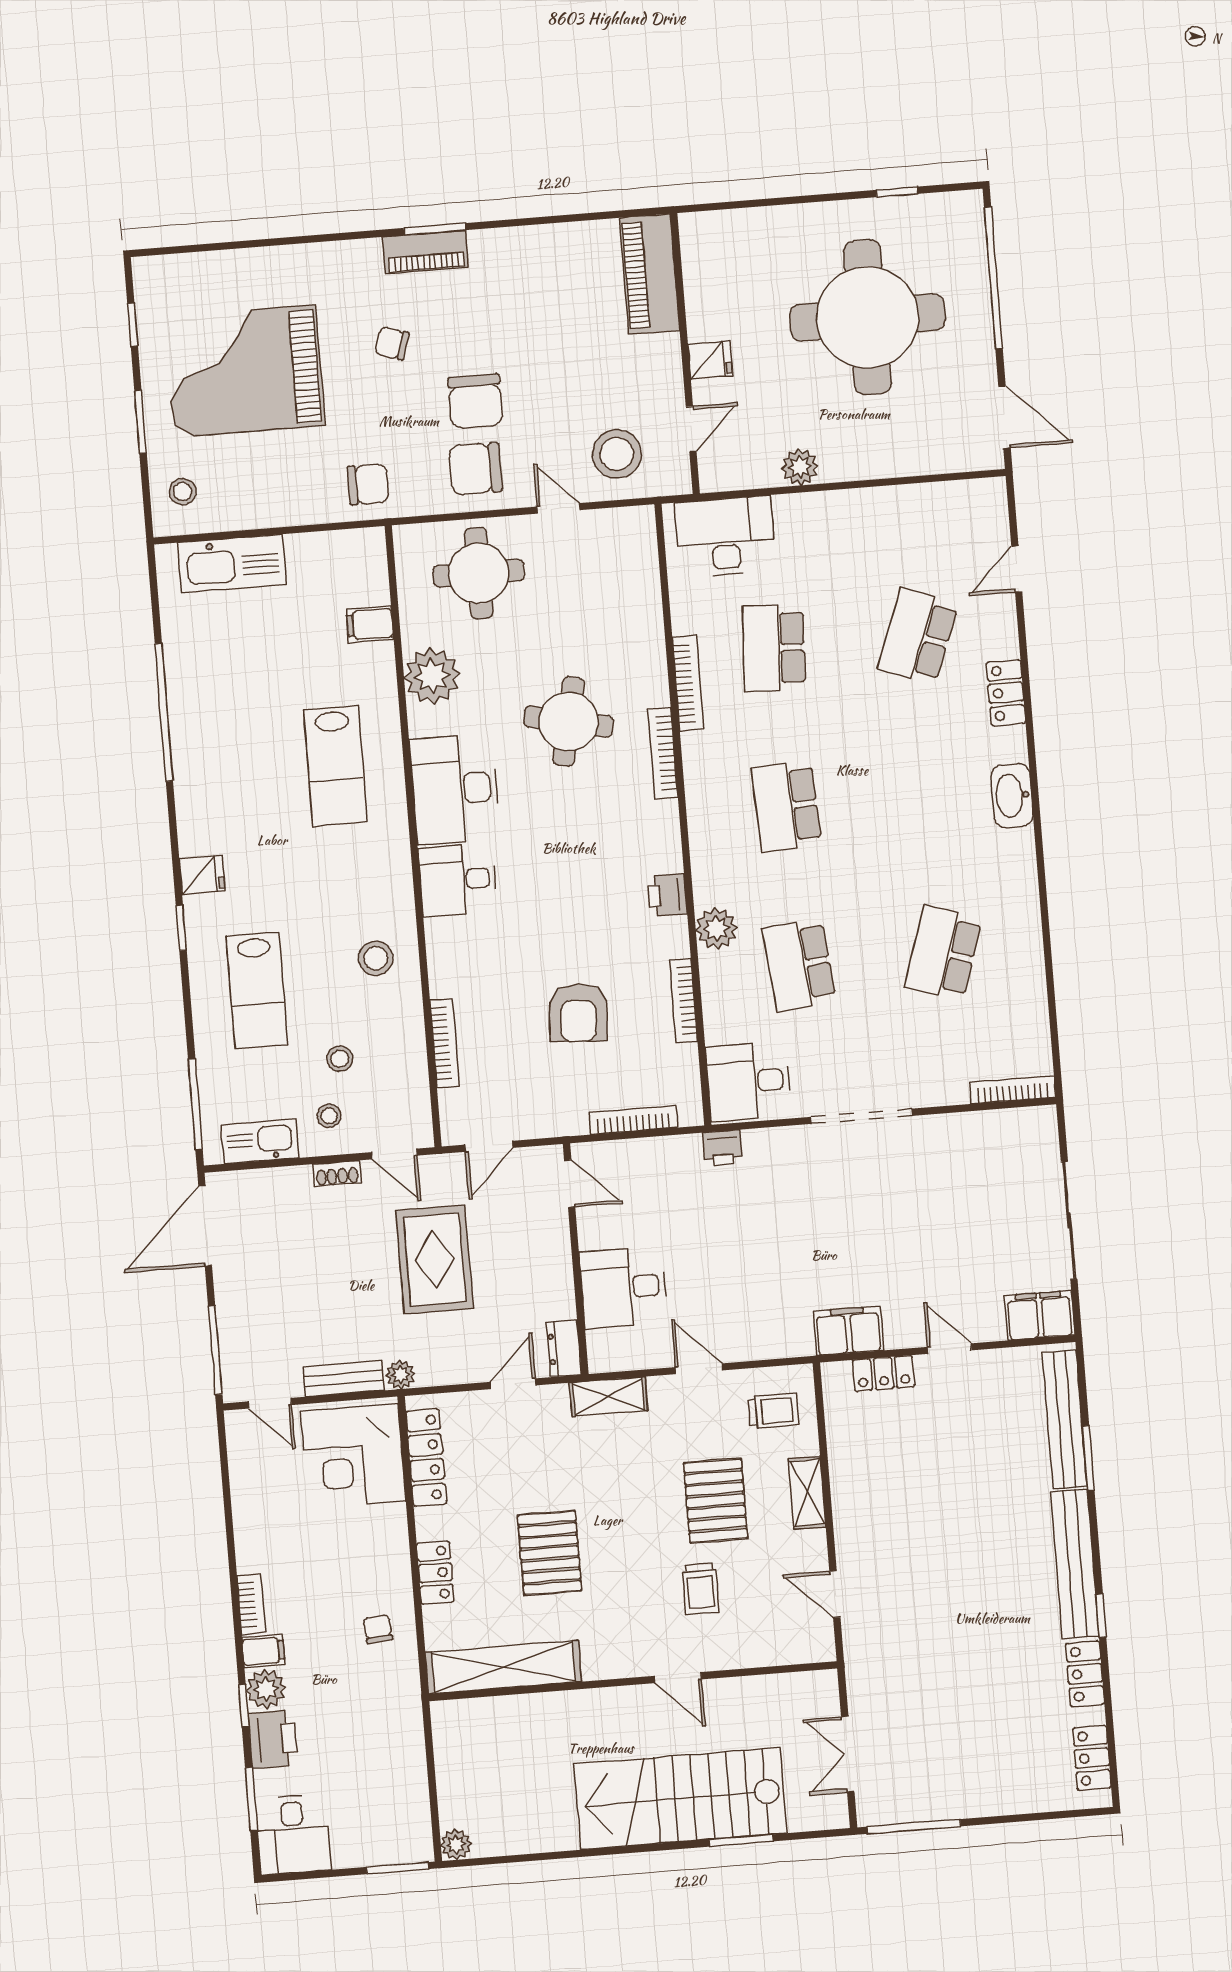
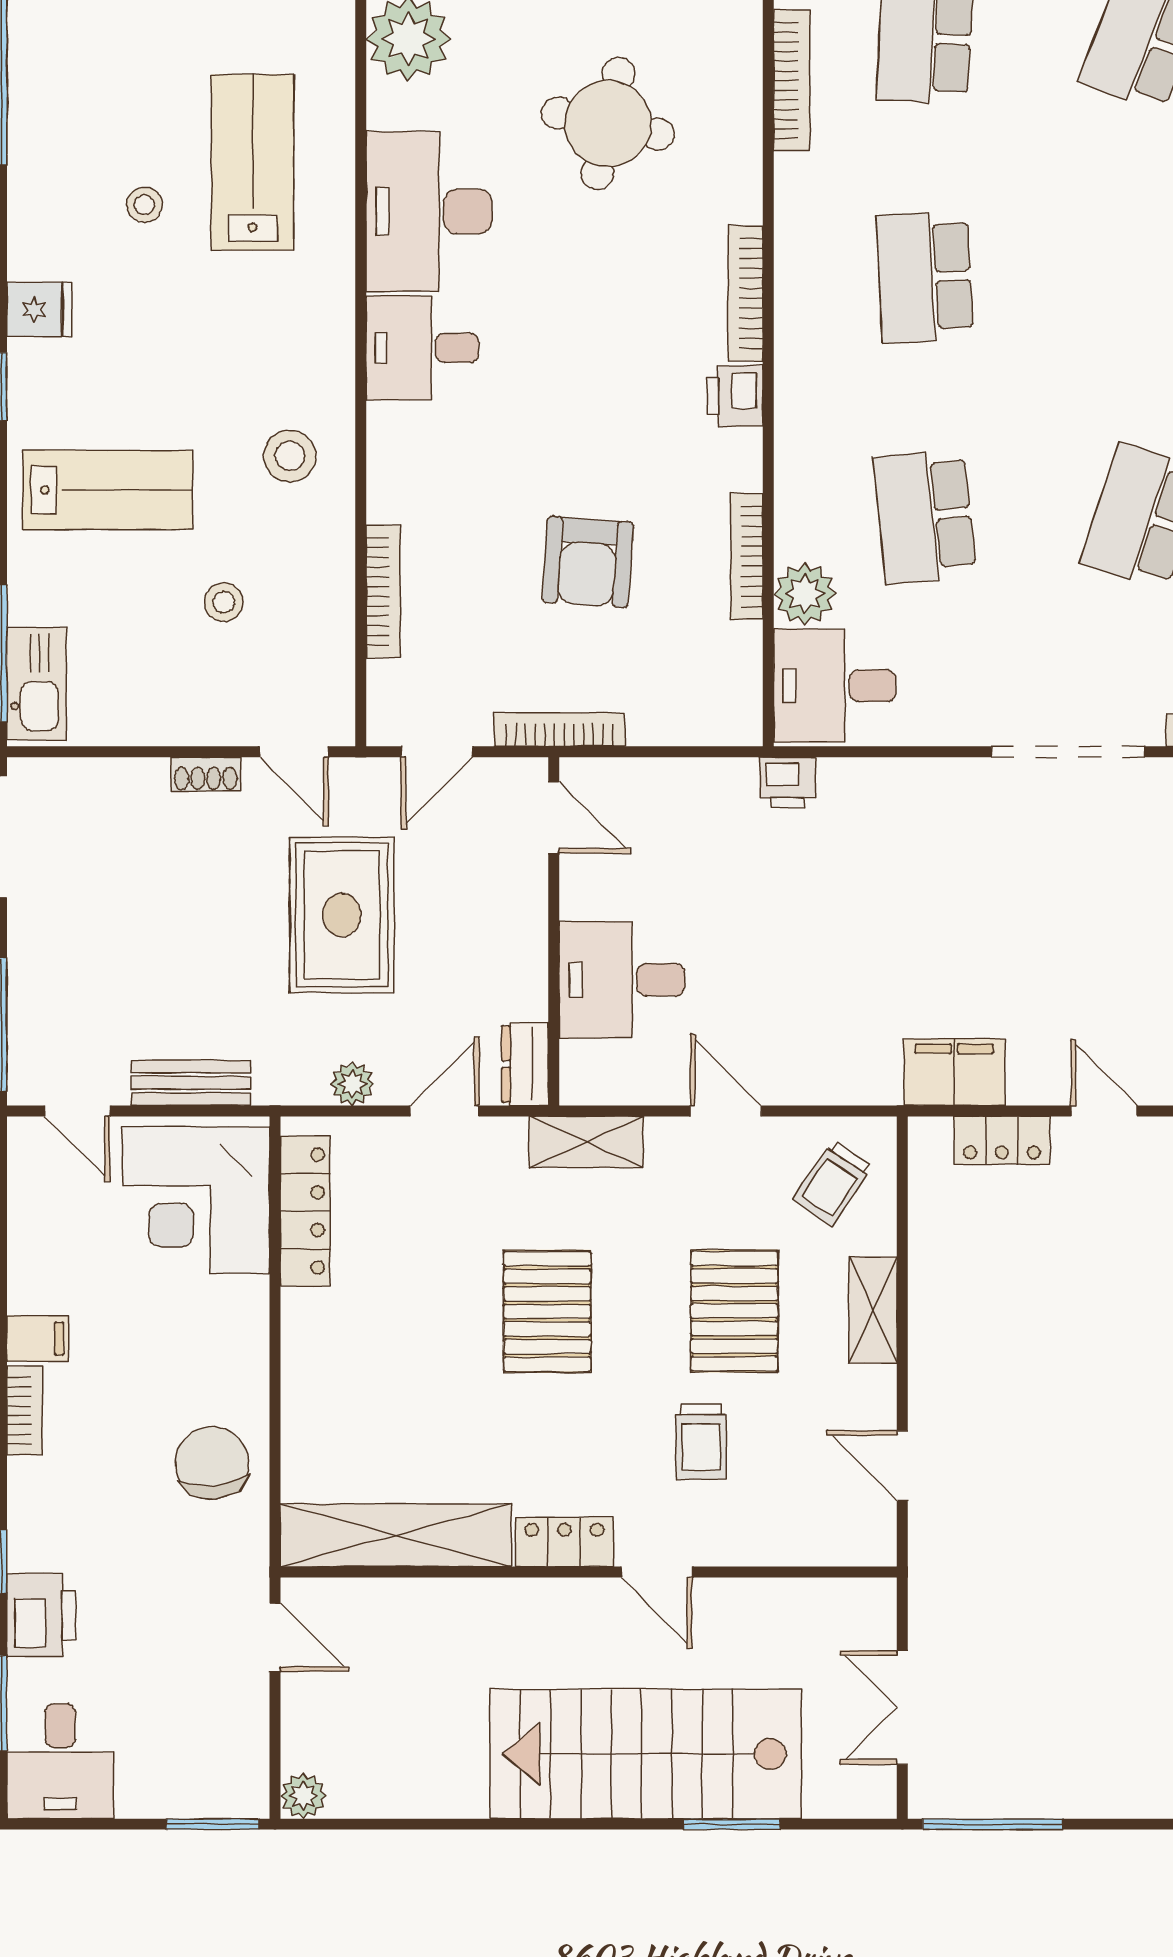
bookcase: (663, 753) -> (746, 293), moved
lab bench: (335, 766) -> (253, 162), turned 180
plant: (716, 929) -> (805, 594), moved
lab bench: (257, 991) -> (108, 490), turned -90
stool: (329, 1116) -> (144, 205), moved
doorway: (861, 1116) -> (1068, 752), moved
bookcase: (633, 1120) -> (560, 730), moved
kitchen sink: (260, 1141) -> (37, 684), moved, turned 90
plant: (400, 1375) -> (352, 1084), moved
trolley: (774, 1411) -> (832, 1183), turned 124
pallet: (550, 1553) -> (547, 1311), moved
locker: (435, 1573) -> (564, 1542), moved, turned -90
chair: (378, 1629) -> (212, 1463), width x1.87, depth x1.87
filing cabinet: (263, 1651) -> (38, 1339), moved
plant: (266, 1689) -> (37, 1540), removed
door: (429, 1741) -> (275, 1637), added

